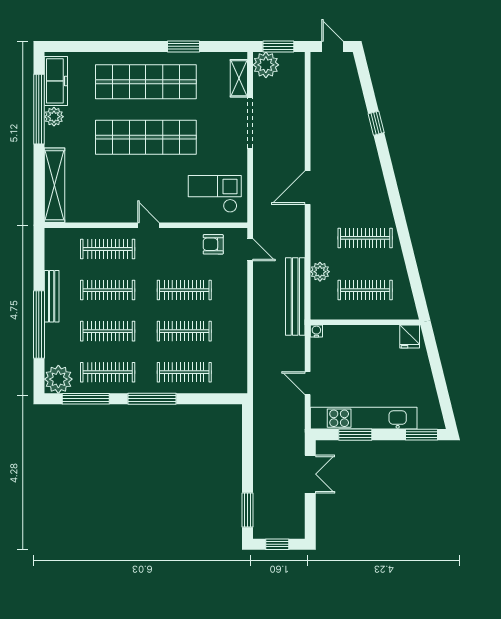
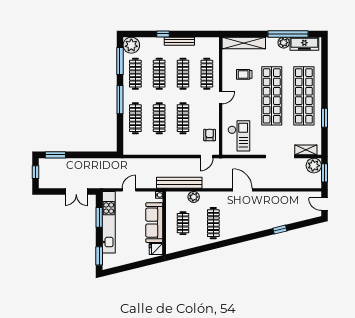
door: (332, 46) -> (324, 204), swing flipped
trolley: (109, 185) -> (244, 74), added
clothes rail: (365, 290) -> (183, 223), width x0.73
window: (39, 325) -> (163, 34), width x0.32
sofa: (364, 340) -> (154, 223), added

